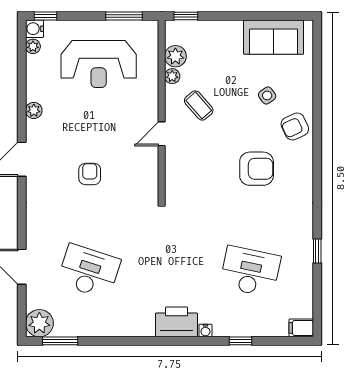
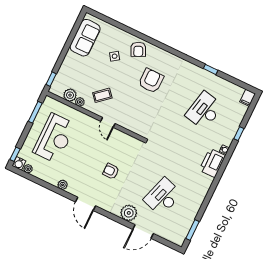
plant: (39, 323) -> (129, 213), moved

